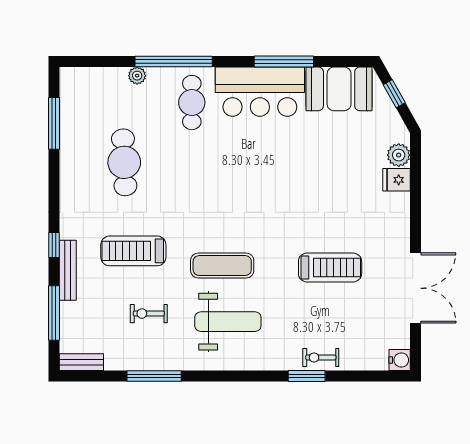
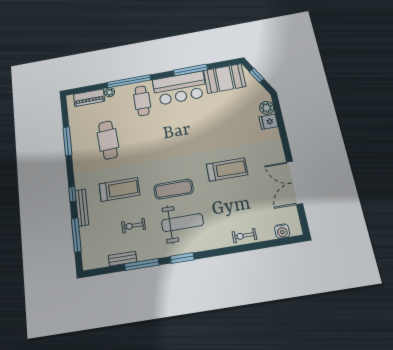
piano: (100, 79) -> (89, 98), added
window: (54, 123) -> (67, 141), moved
treadmill: (133, 251) -> (119, 190), turned 180
treadmill: (330, 268) -> (227, 169), moved
double door: (416, 288) -> (294, 183), swing flipped
water cooler: (400, 360) -> (282, 231), moved, turned 90
bench: (81, 362) -> (123, 259), moved
window: (307, 376) -> (182, 258), moved

